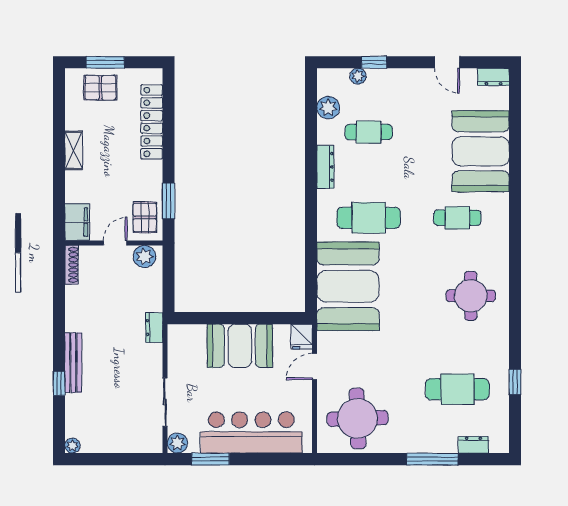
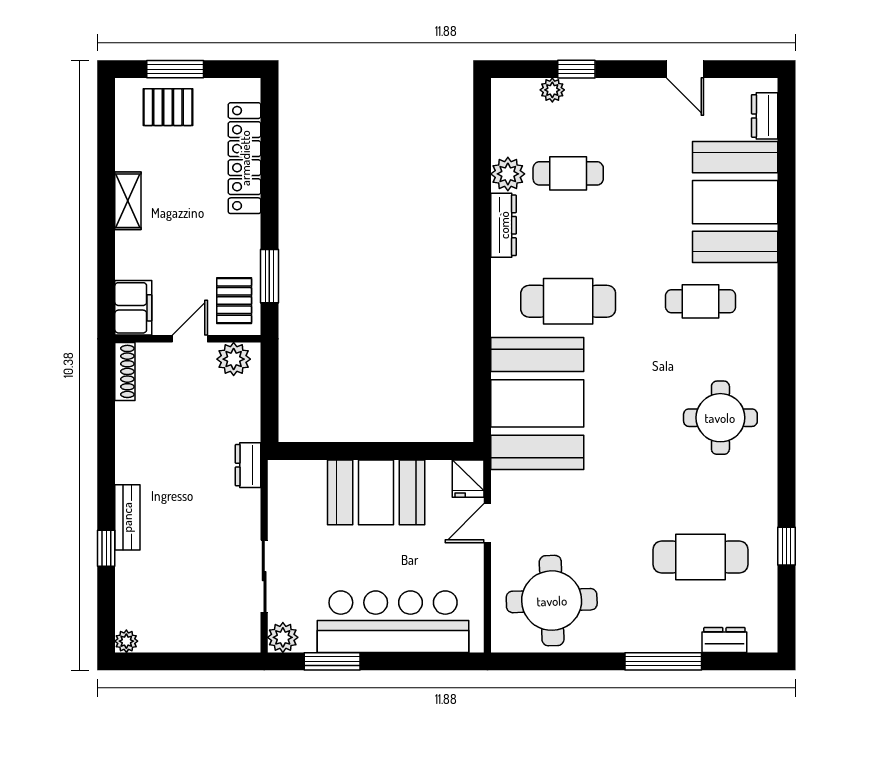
dresser: (494, 77) -> (765, 116), moved, turned 90
plant: (328, 108) -> (508, 174), moved
bench: (73, 363) -> (127, 517), width x0.73

